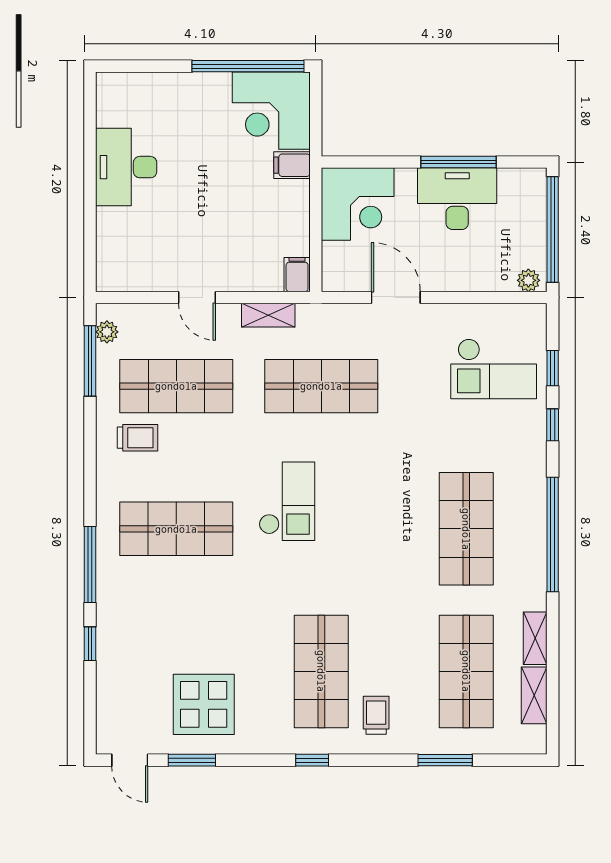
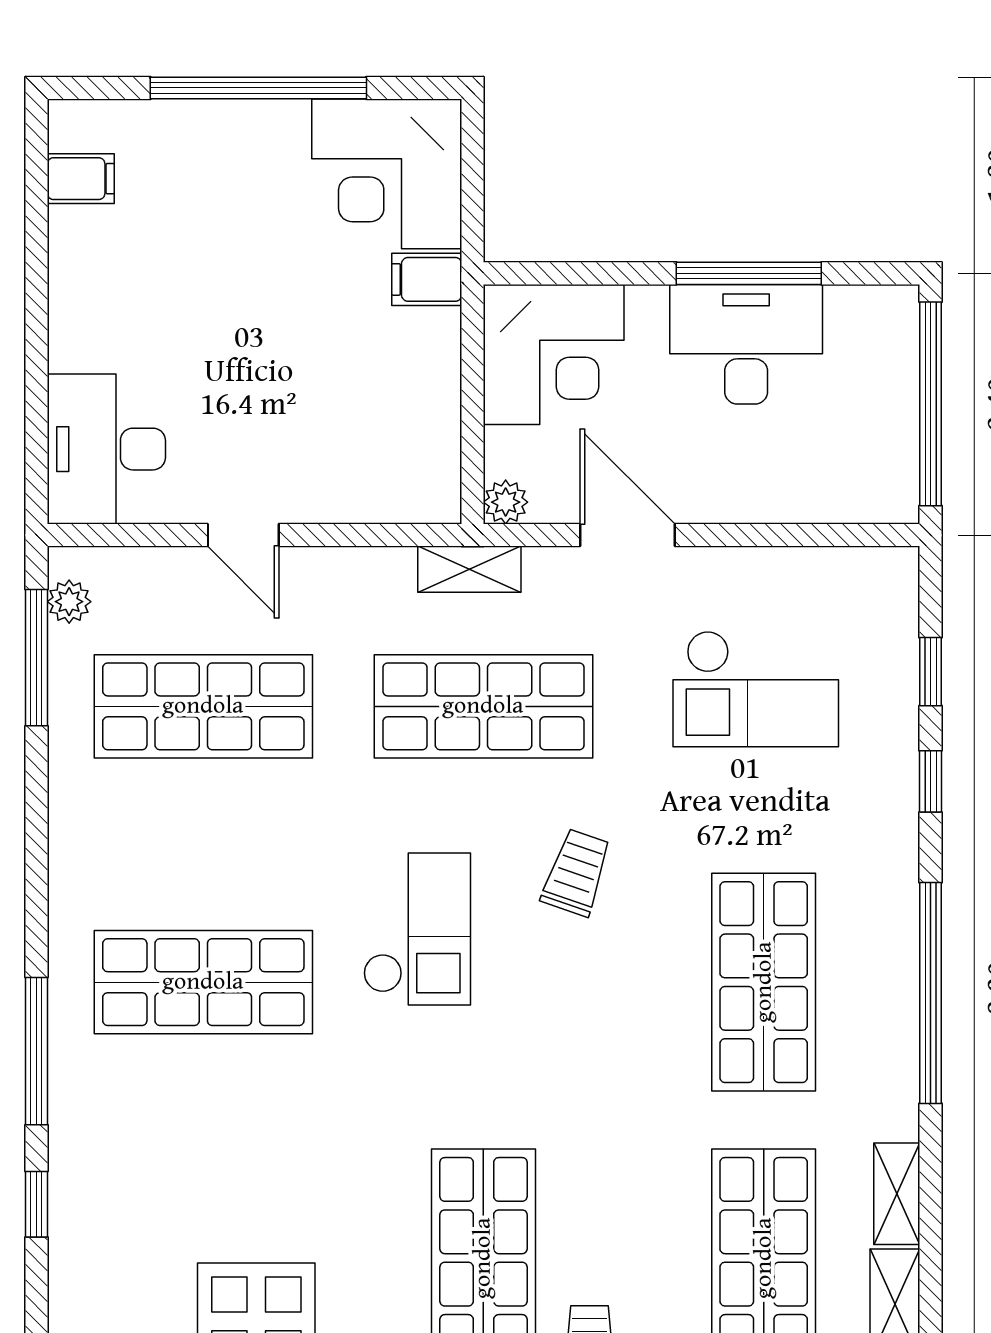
window: (248, 66) -> (258, 88), moved
desk: (126, 167) -> (106, 449), moved
filing cabinet: (297, 275) -> (81, 179), moved, turned 90
plant: (528, 280) -> (506, 502), moved
shelving: (268, 315) -> (469, 569), moved
checkout: (494, 369) -> (756, 689), moved
trolley: (137, 438) -> (576, 873), moved, turned -71

